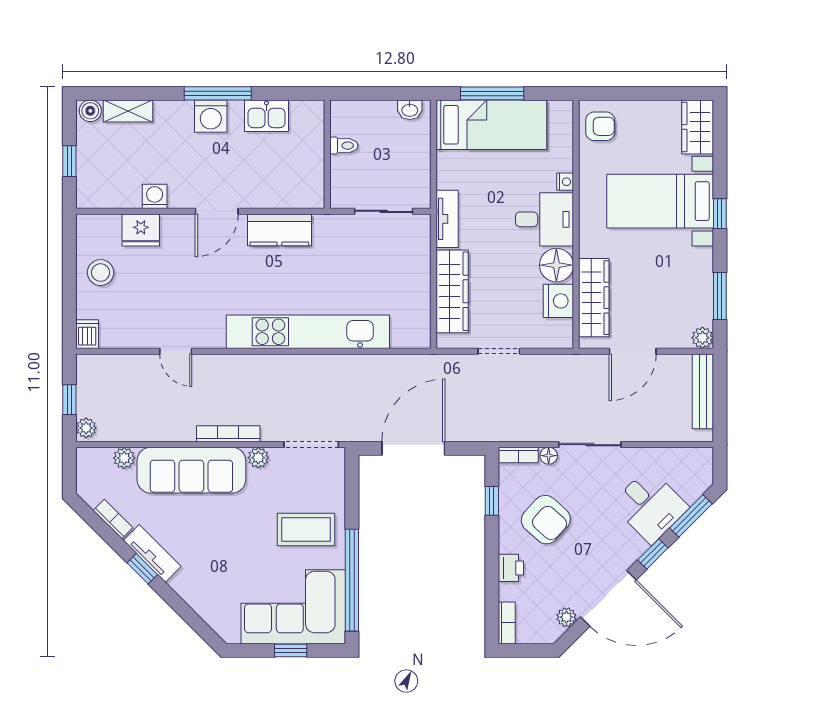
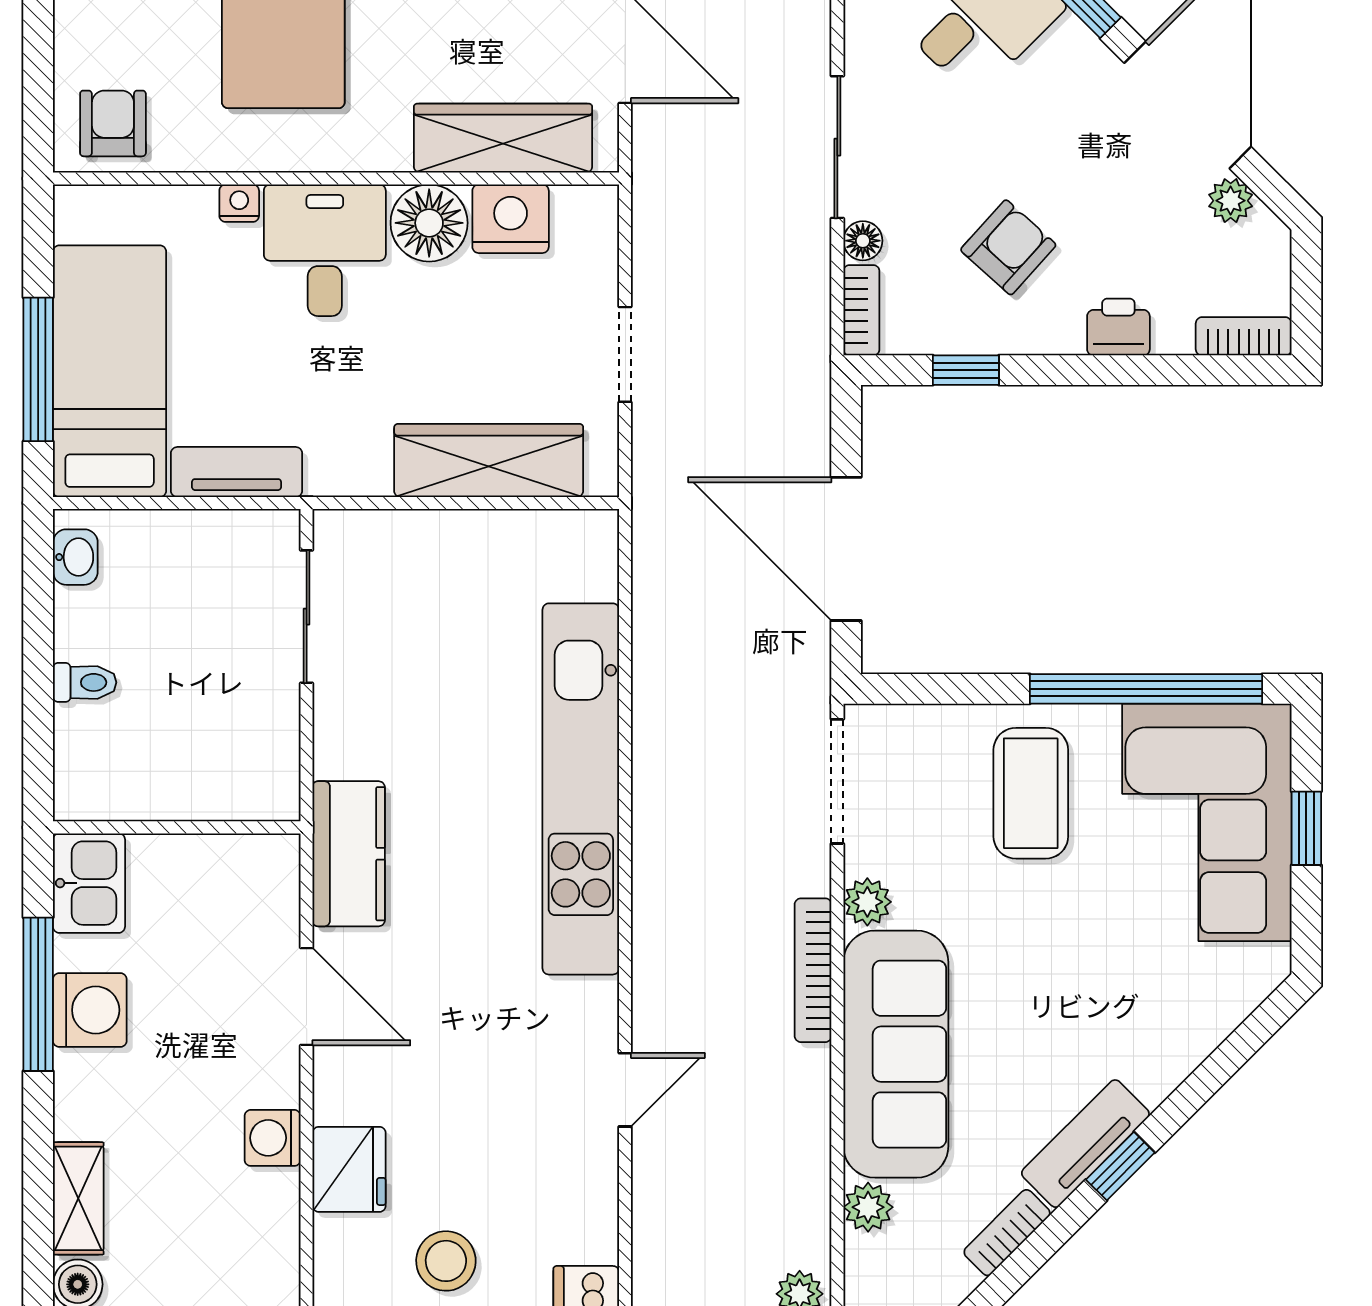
toilet: (344, 146) -> (85, 682), moved, turned 90
wall: (327, 154) -> (177, 827), moved
tv unit: (447, 219) -> (237, 472), moved
armchair: (546, 520) -> (1008, 247), width x0.72, depth x0.72

